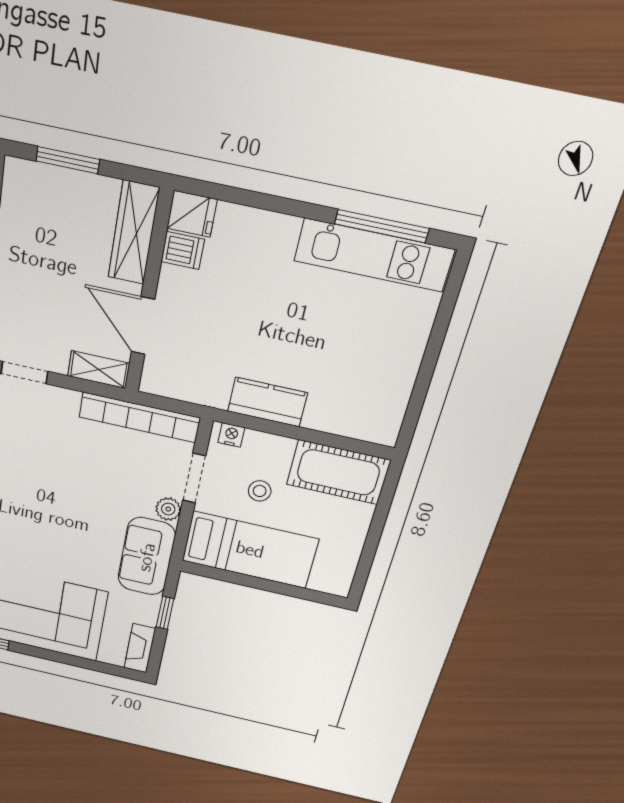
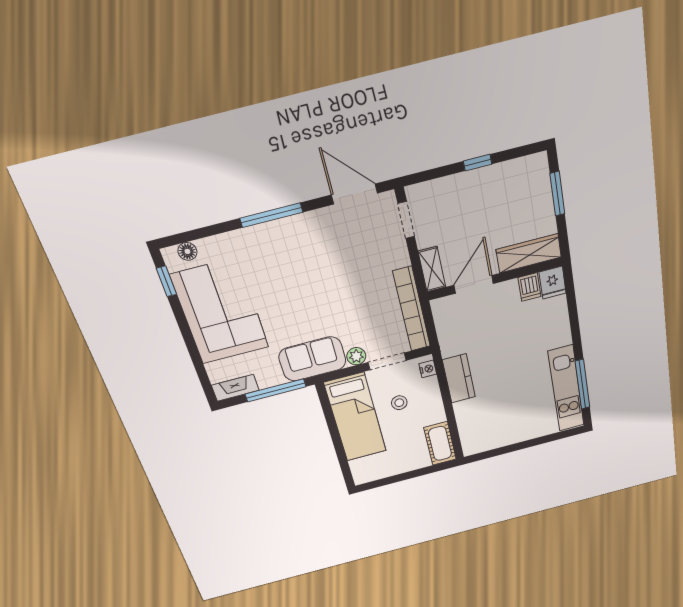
cot: (338, 472) -> (440, 443), width x0.73, depth x0.75
window: (165, 613) -> (276, 390), width x2.17

